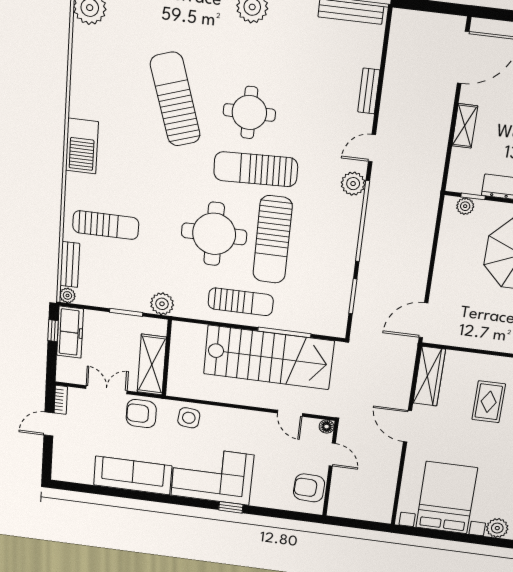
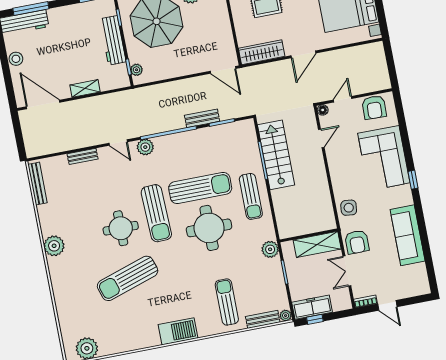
bench: (367, 272) -> (202, 118), added
sun lounger: (241, 302) -> (251, 196), turned 180
stairs: (269, 357) -> (276, 155), width x0.73, depth x0.66
corner sofa: (212, 475) -> (384, 158), moved
window: (231, 507) -> (413, 180), moved

